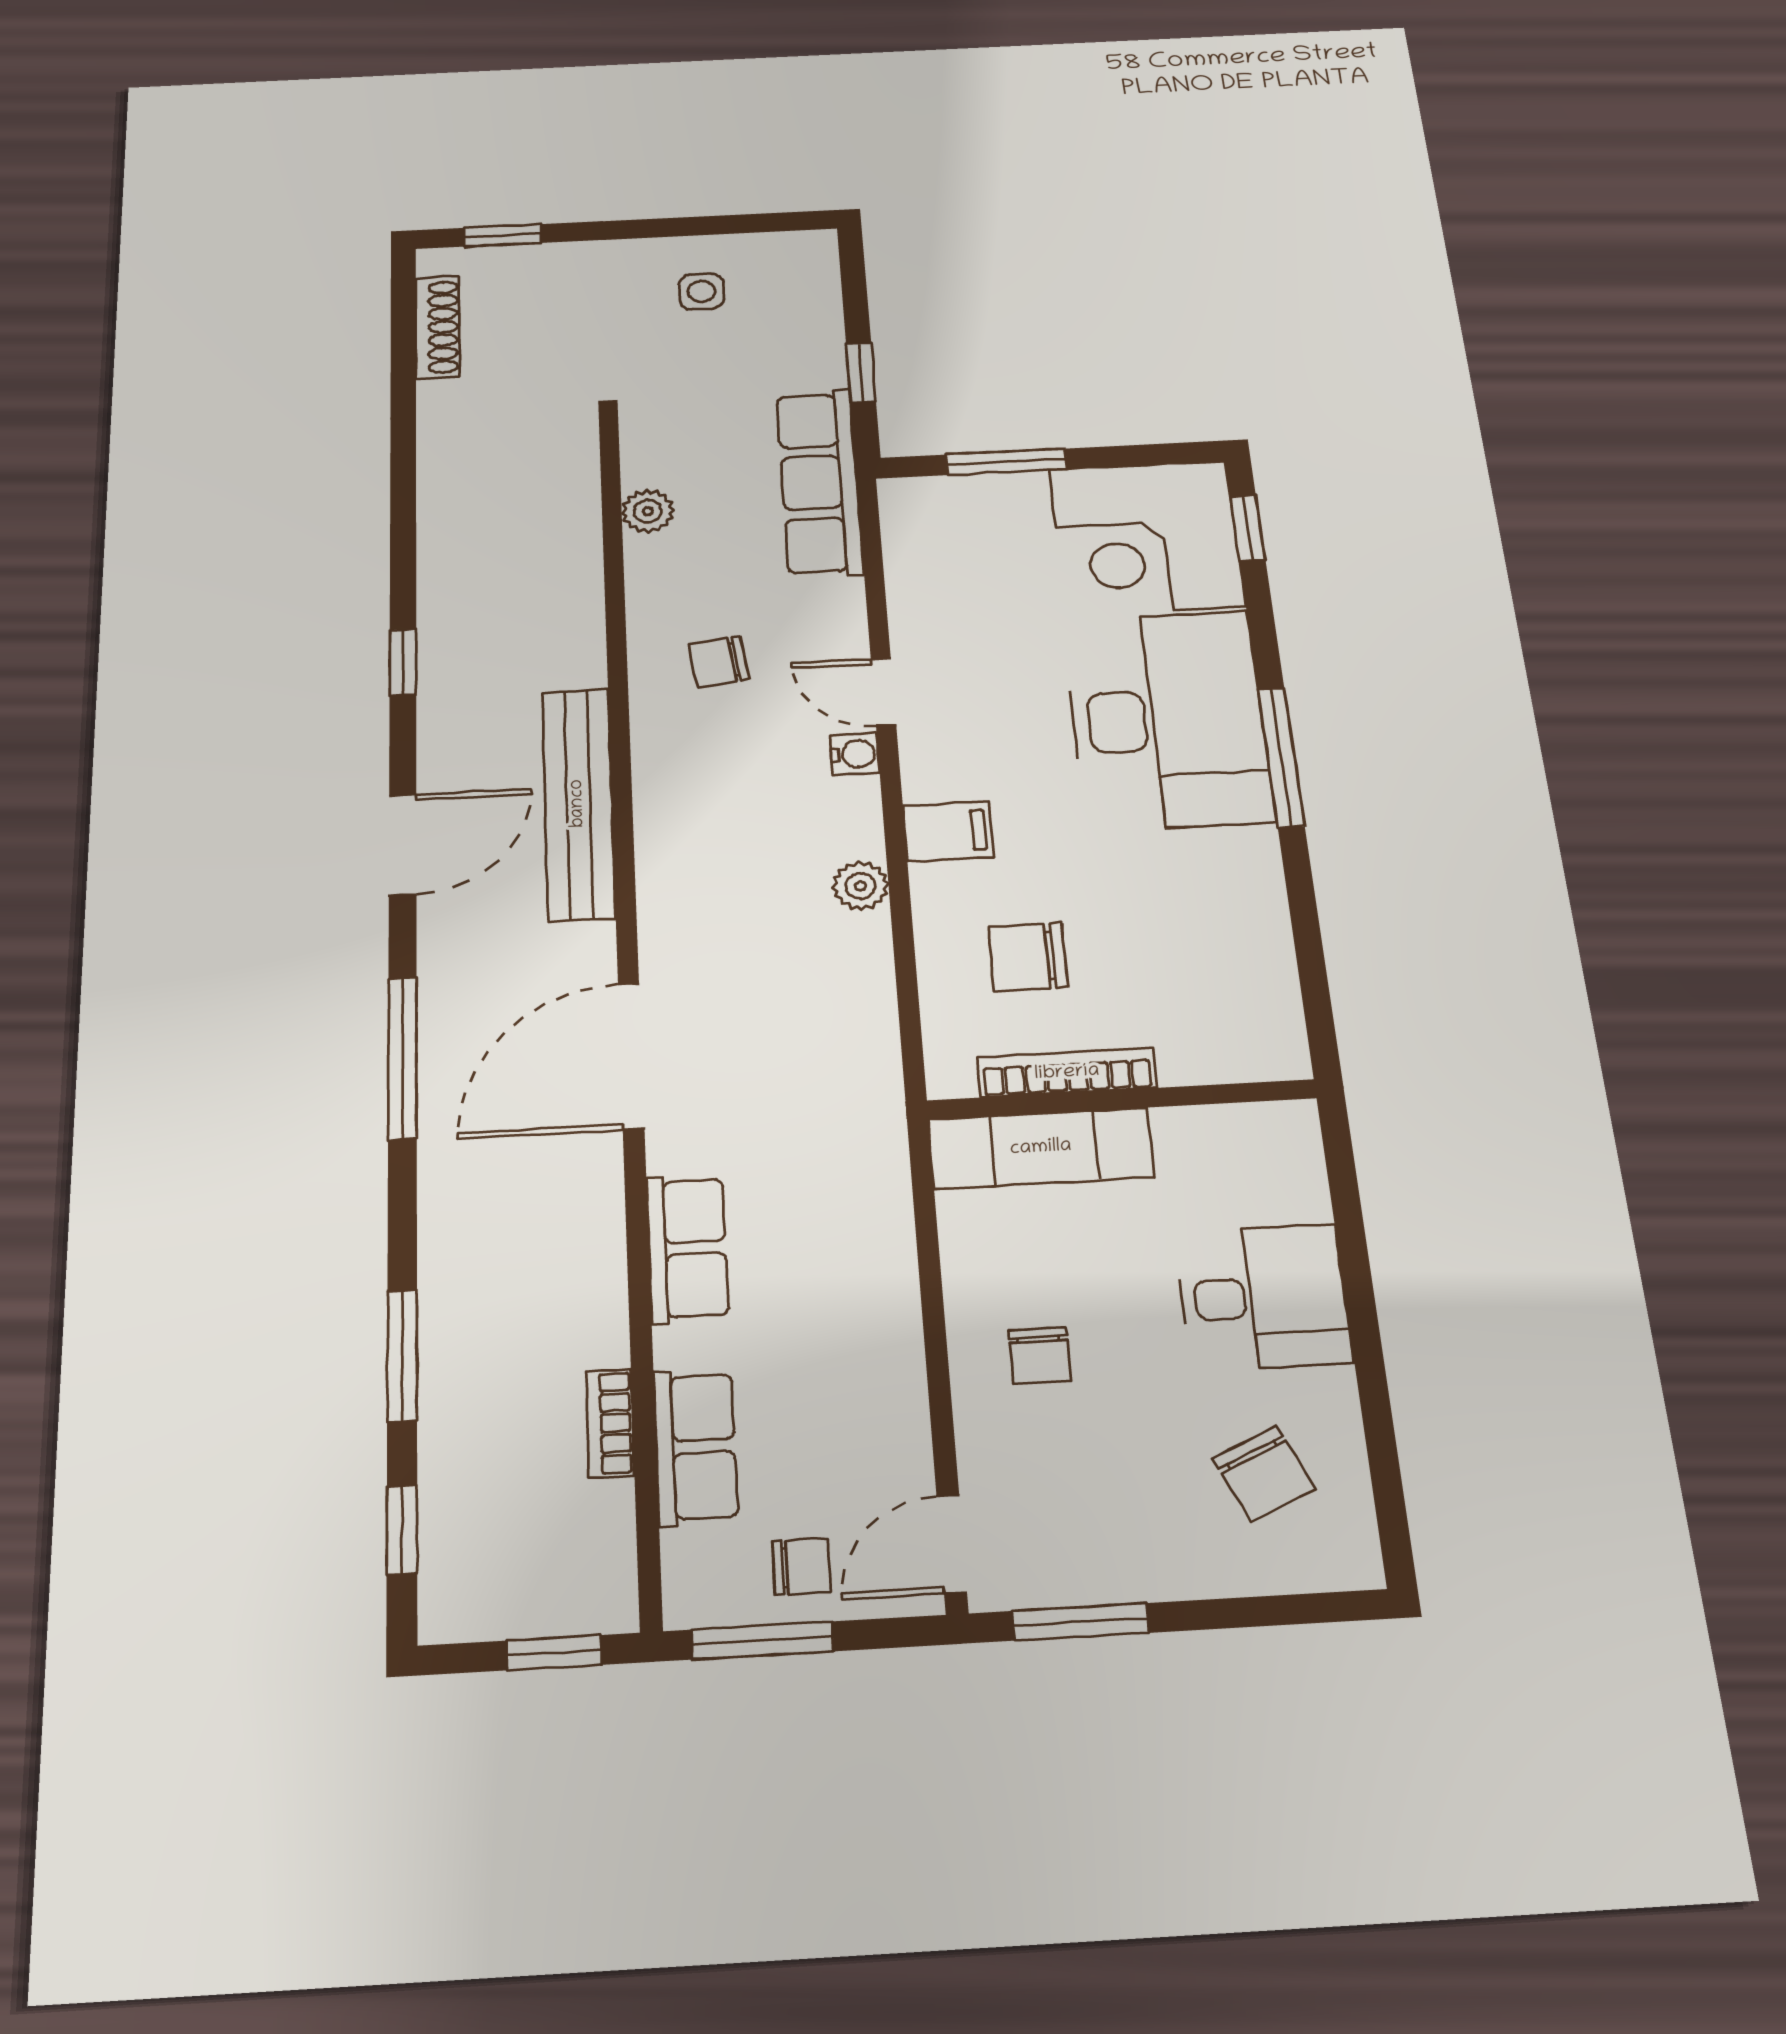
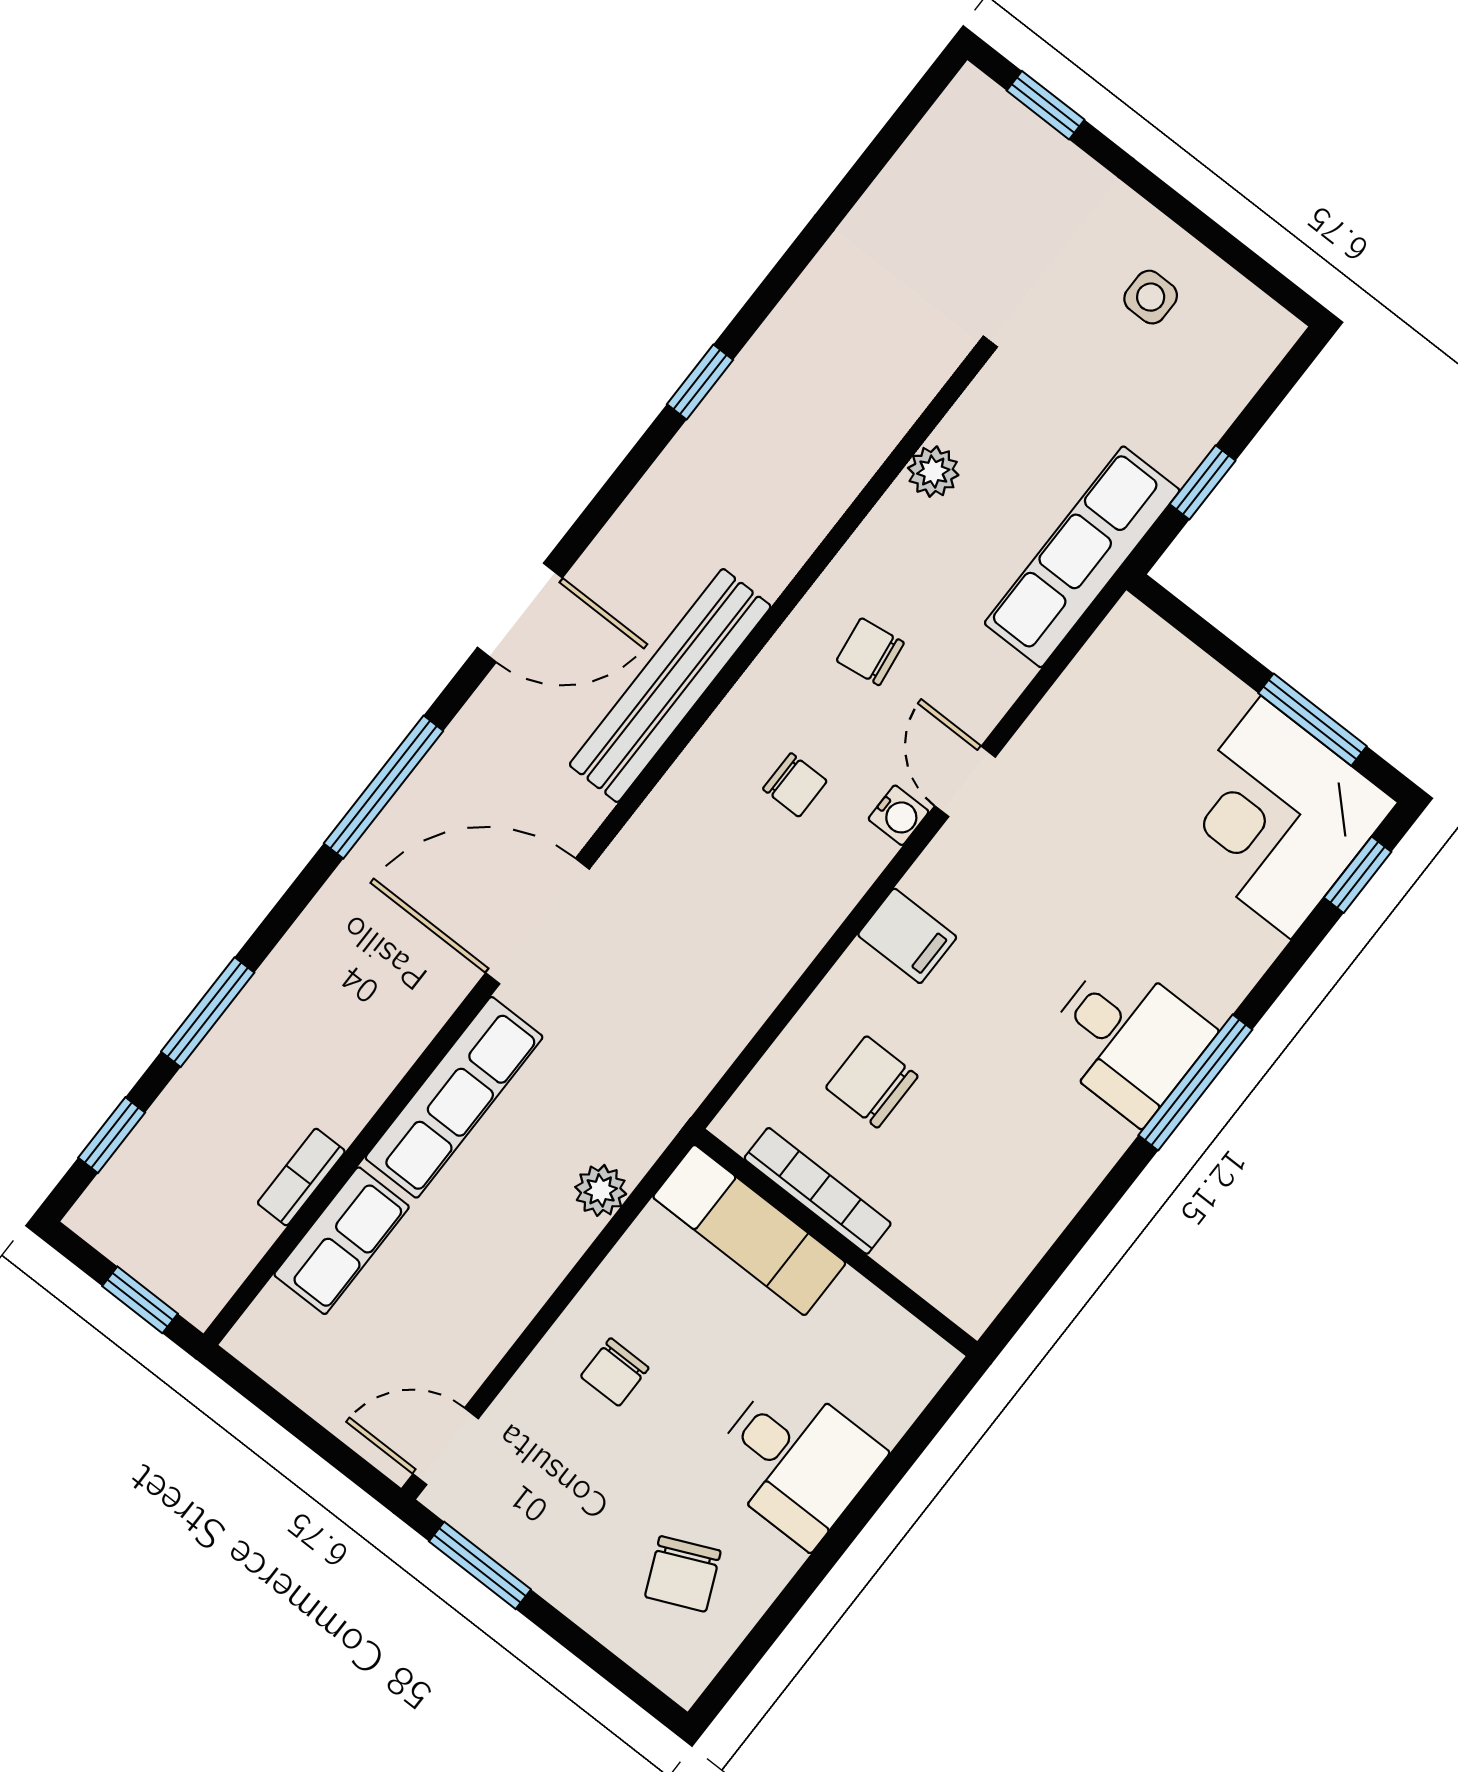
shoe rack: (437, 327) -> (921, 155), removed
window: (1006, 462) -> (1313, 720), moved
window: (403, 662) -> (700, 382), moved
desk: (1168, 720) -> (1127, 1039), width x0.53, depth x0.77
plant: (860, 886) -> (601, 1190), moved
row of seats: (687, 1248) -> (454, 1097), width x1.48
chair: (802, 1567) -> (795, 785), moved
window: (762, 1640) -> (274, 1405), removed

